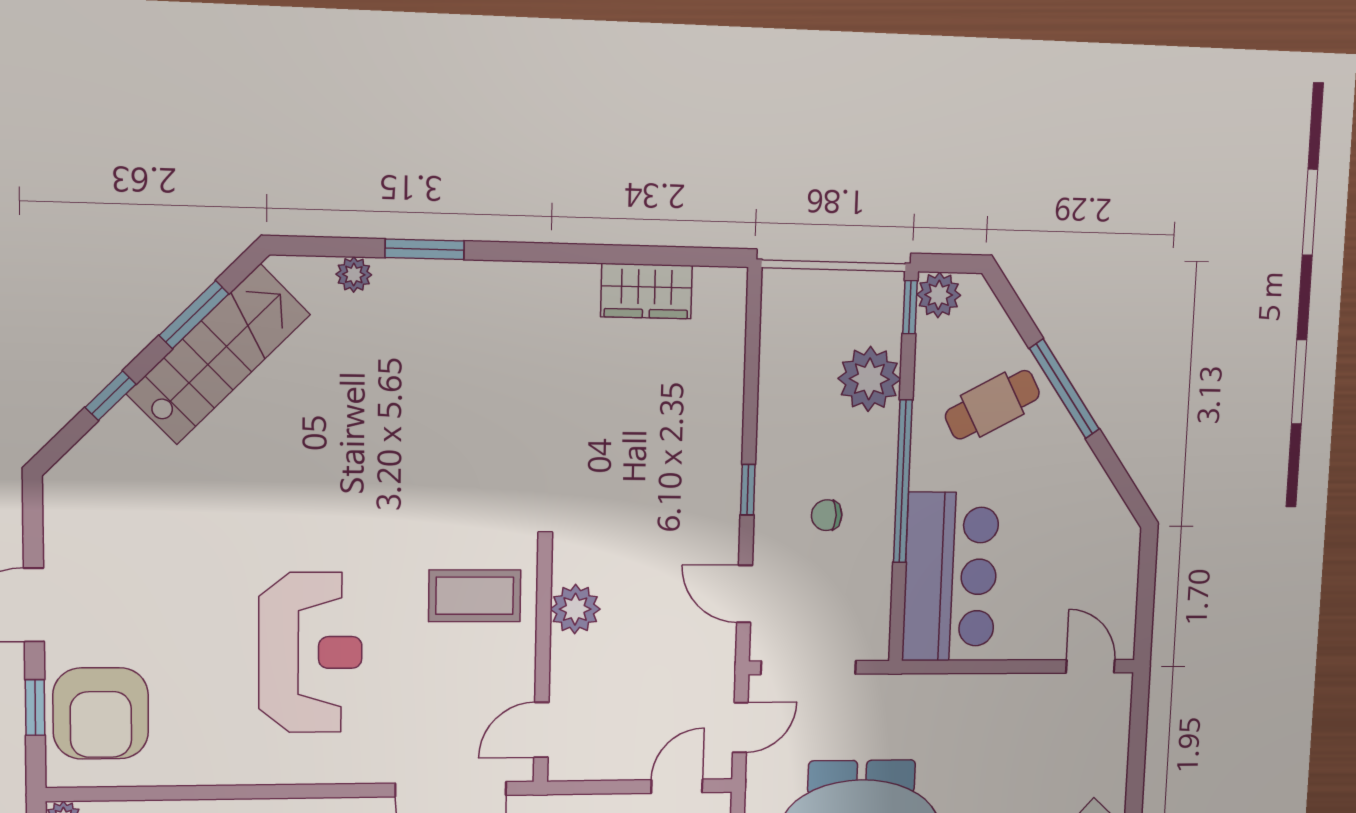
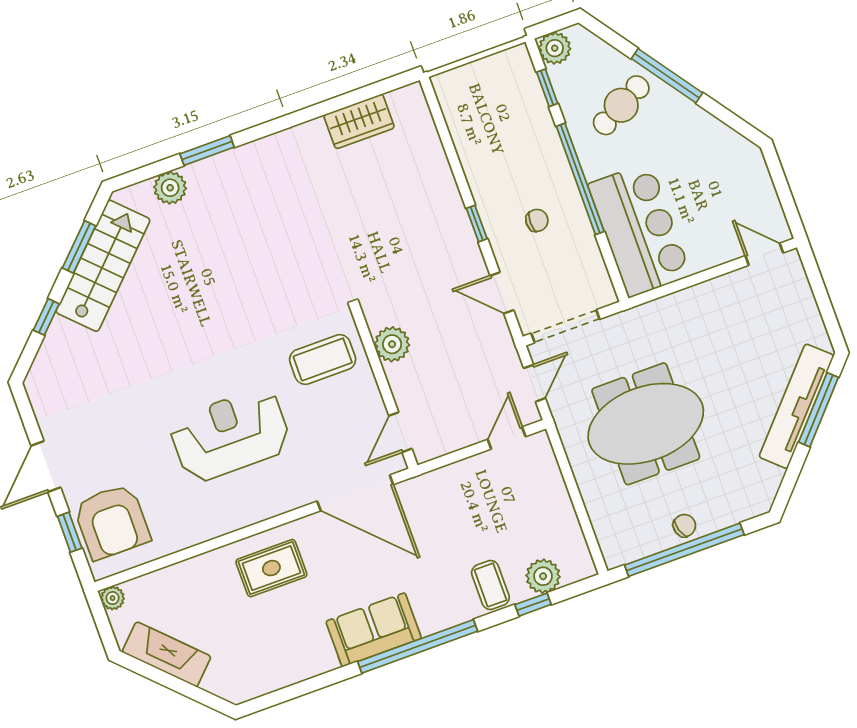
plant: (354, 274) -> (170, 188), width x1.38, depth x1.38
window: (910, 307) -> (547, 88), moved
plant: (869, 379) -> (530, 121), removed
chair: (827, 515) -> (537, 220), turned 180
reception desk: (310, 653) -> (230, 435), turned -90

